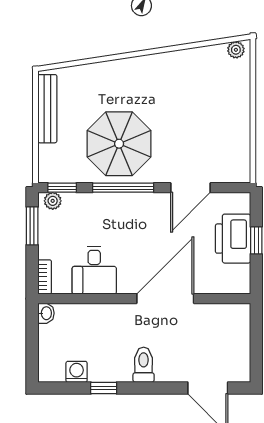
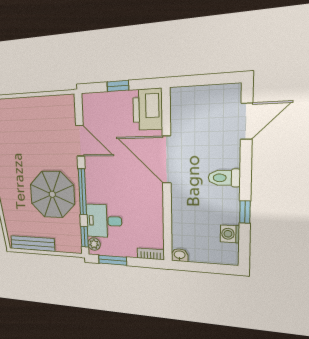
printer: (233, 239) -> (148, 109), moved, turned 90
desk: (94, 270) -> (104, 221), moved, turned 180

